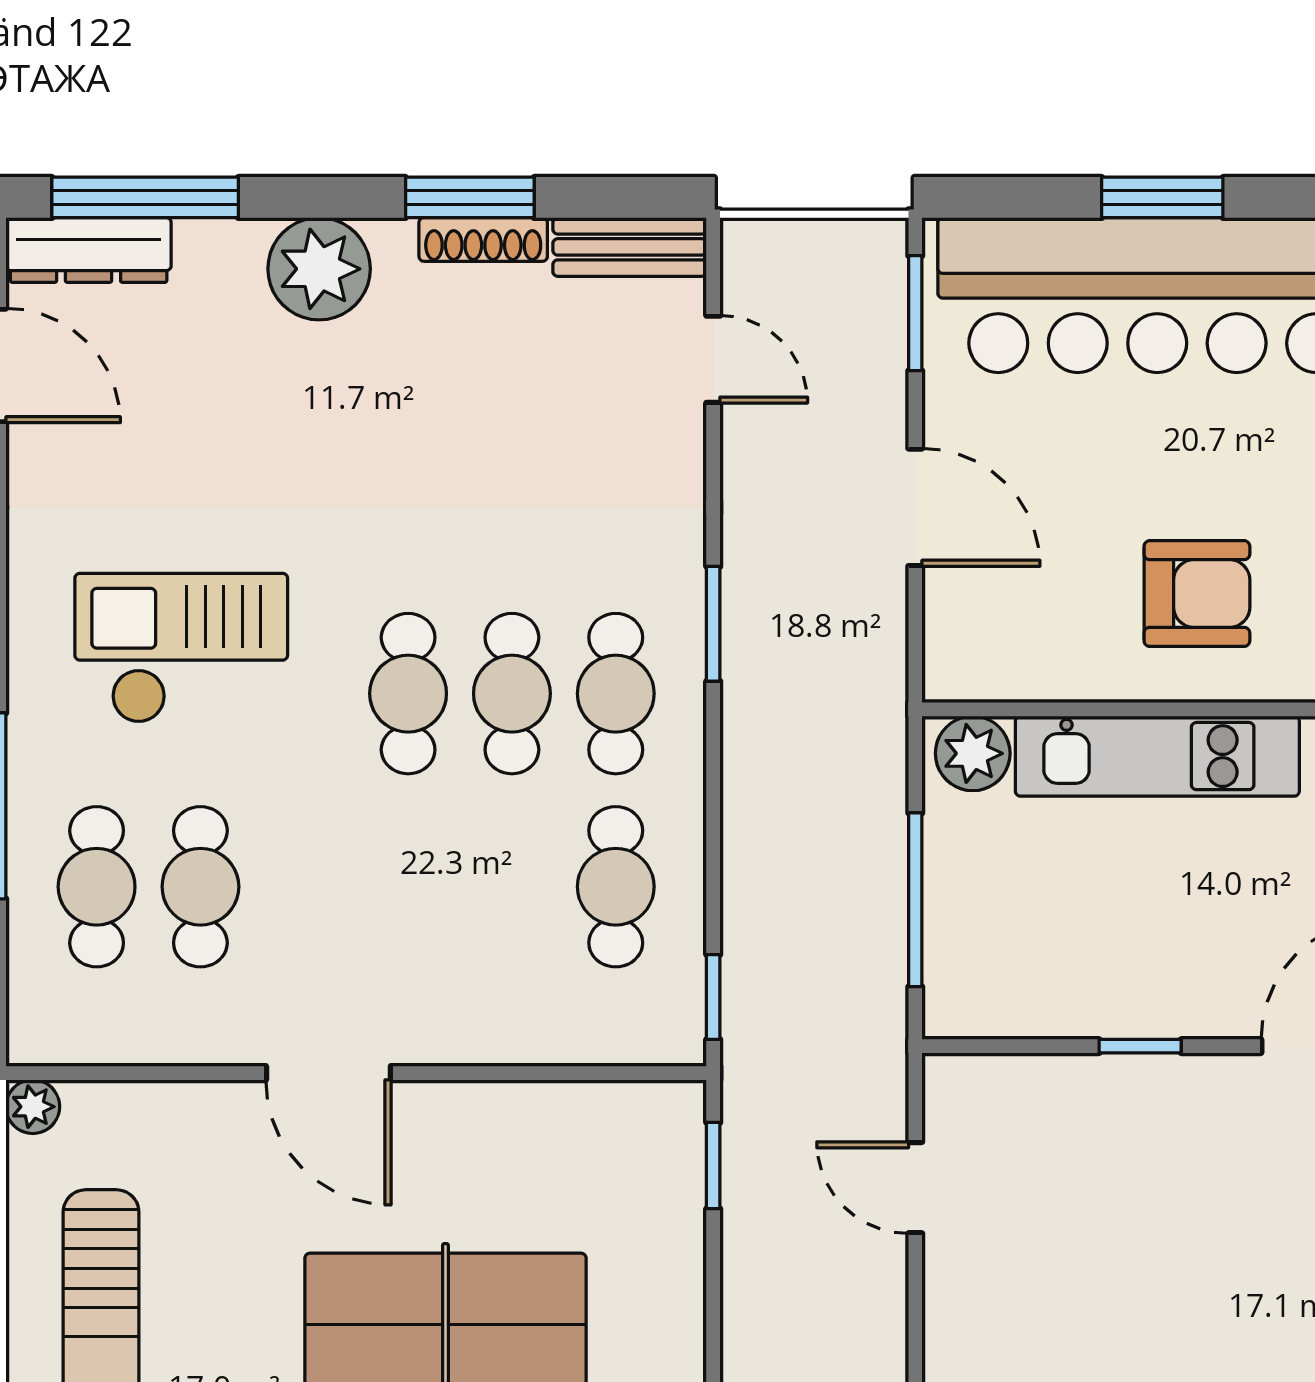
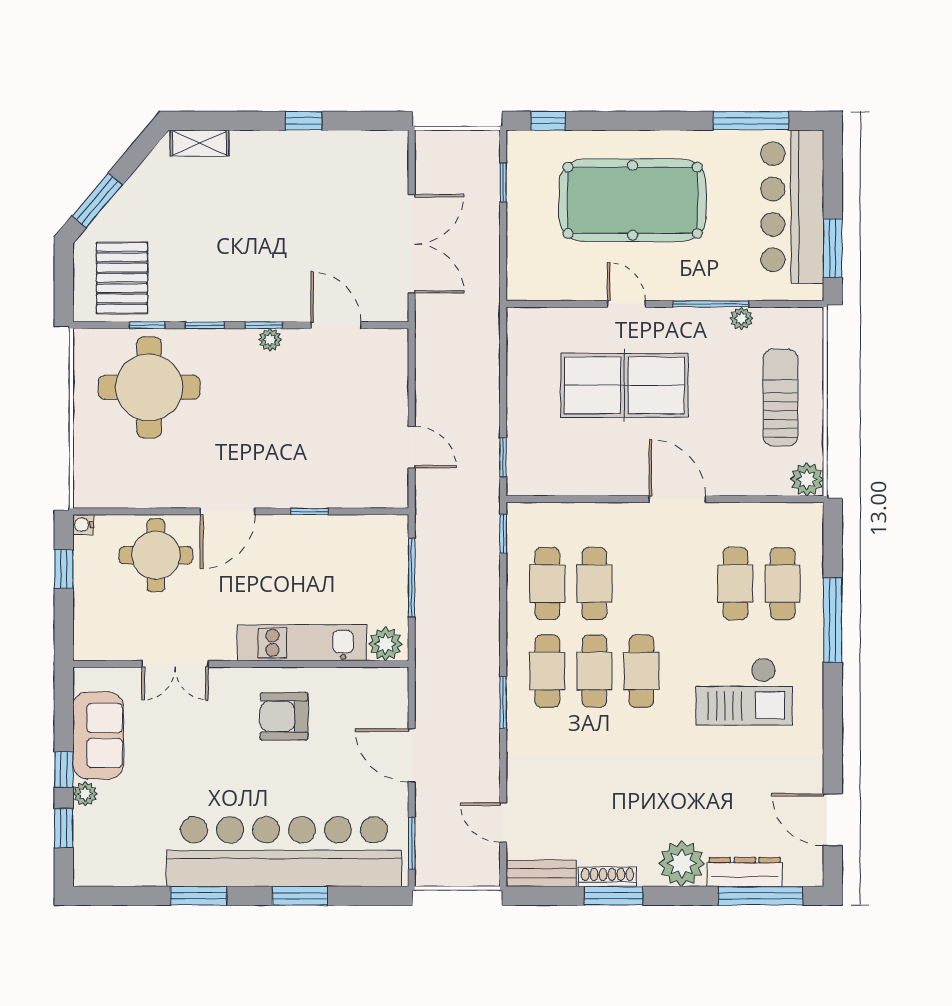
dresser: (89, 250) -> (745, 872), moved
cafe table: (512, 887) -> (594, 584), added
plant: (33, 1107) -> (807, 479), width x1.38, depth x1.38

